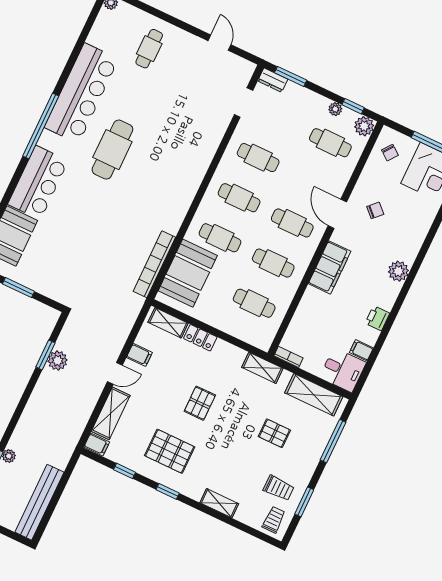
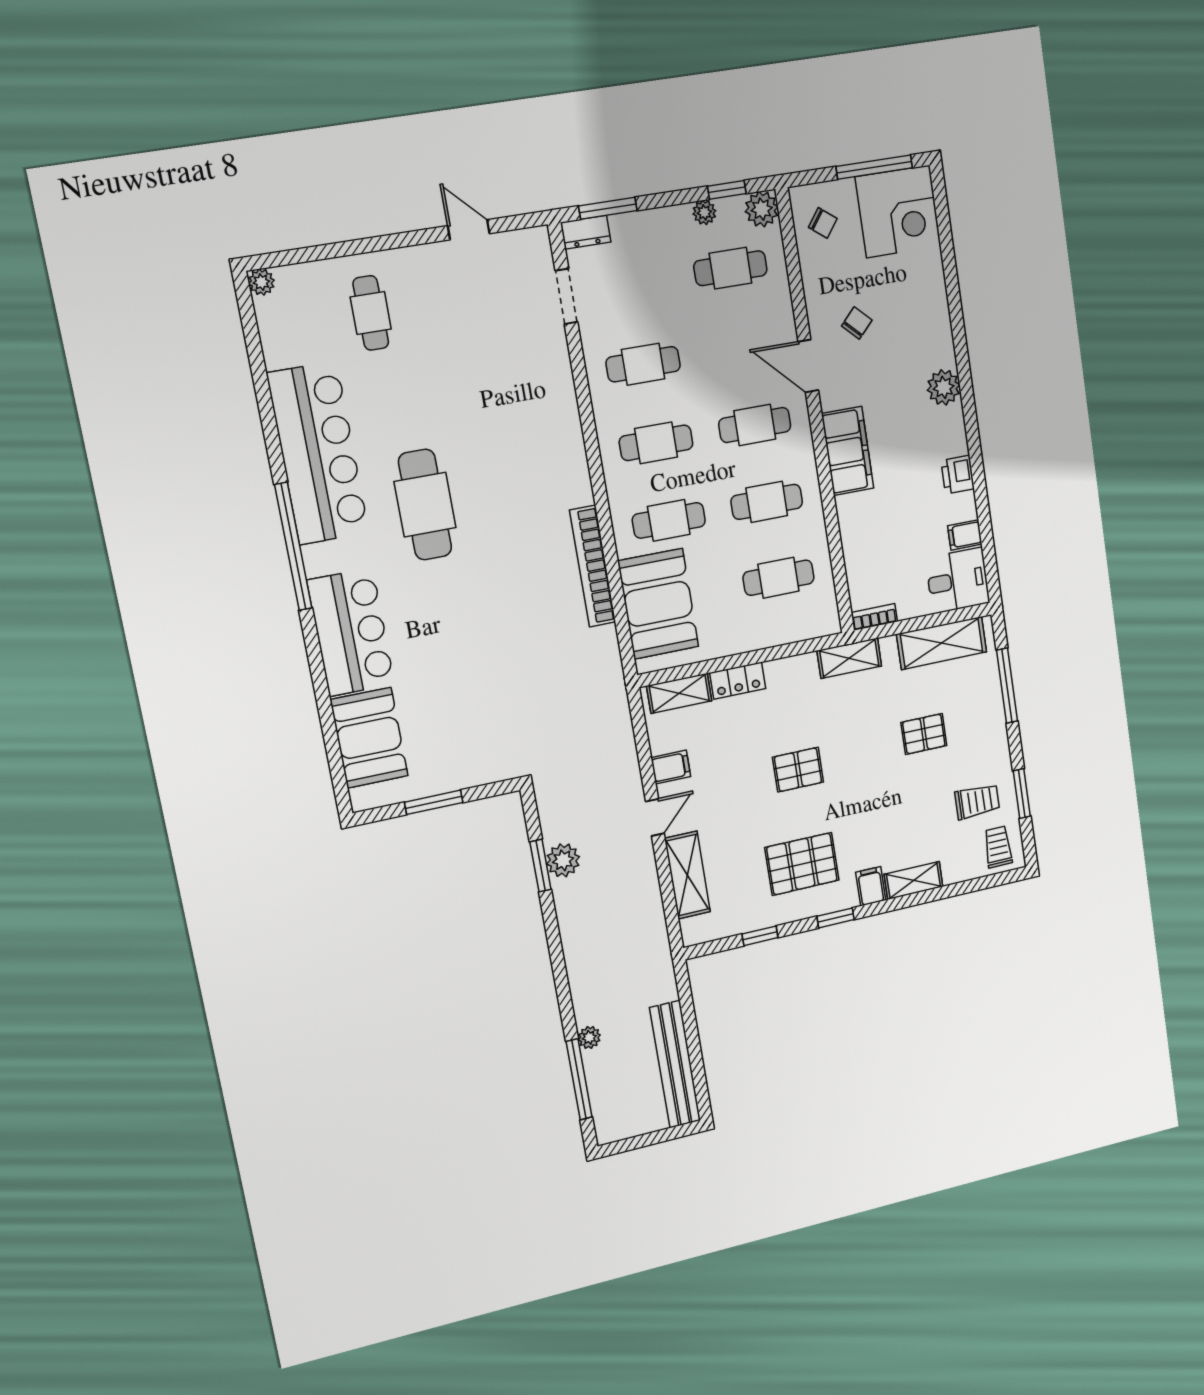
bookcase: (154, 264) -> (593, 566), moved
pallet: (200, 403) -> (798, 770), turned 90
filing cabinet: (97, 444) -> (871, 886), moved, turned -90

